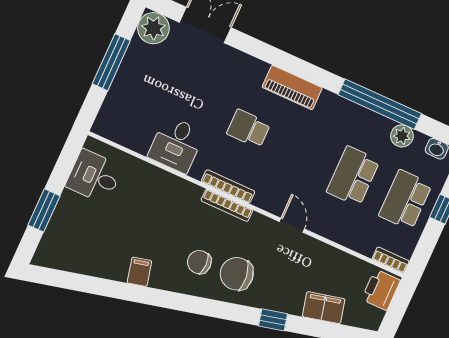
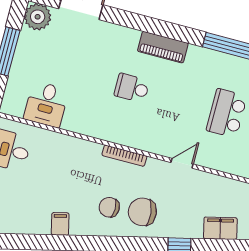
desk: (176, 144) -> (46, 104), moved
bookcase: (228, 186) -> (123, 140), removed
door: (292, 225) -> (182, 163), hinge flipped

